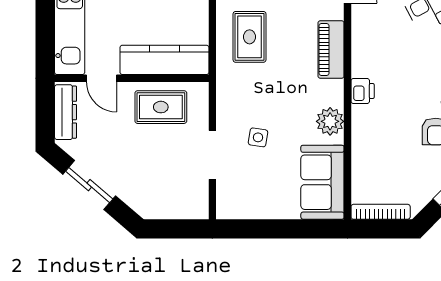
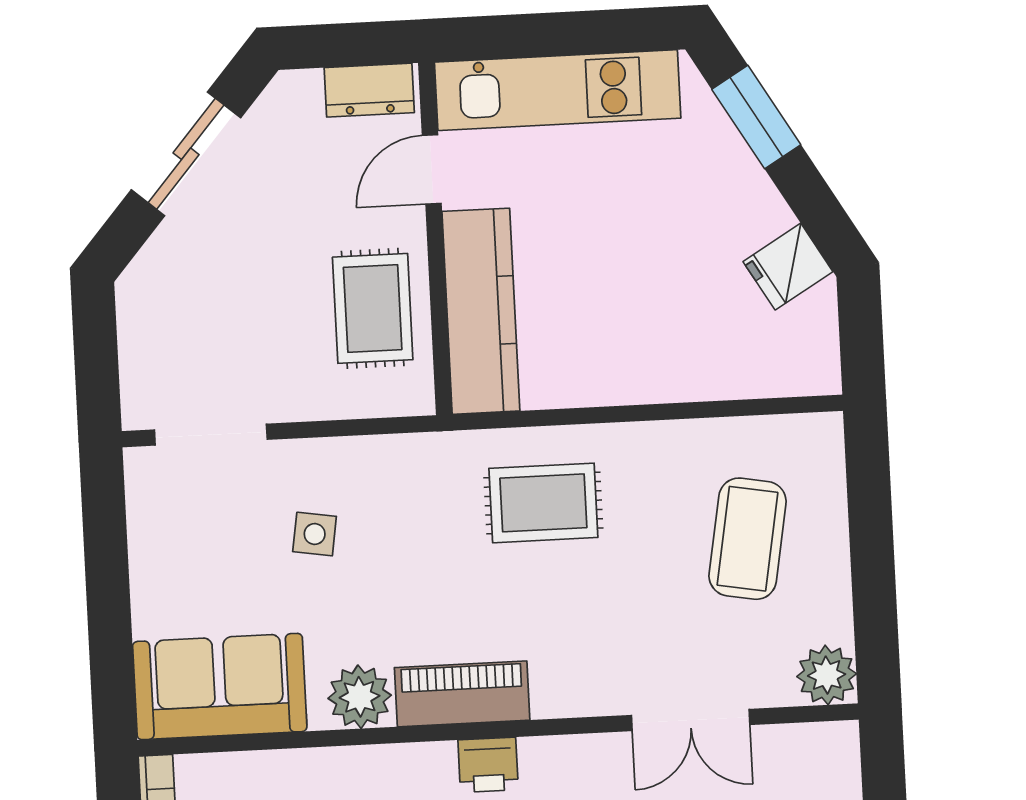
piano: (331, 49) -> (462, 694), moved
printer: (363, 91) -> (488, 765), moved
dresser: (65, 112) -> (369, 90), width x0.70
doorway: (212, 155) -> (211, 435), moved

